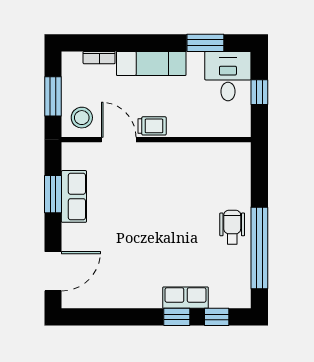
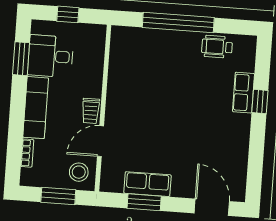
desk: (228, 76) -> (51, 56), moved
trolley: (152, 126) -> (91, 111), turned 180
wheelchair: (232, 227) -> (217, 47), moved
window: (259, 248) -> (178, 23), moved
window: (217, 317) -> (262, 66), removed

